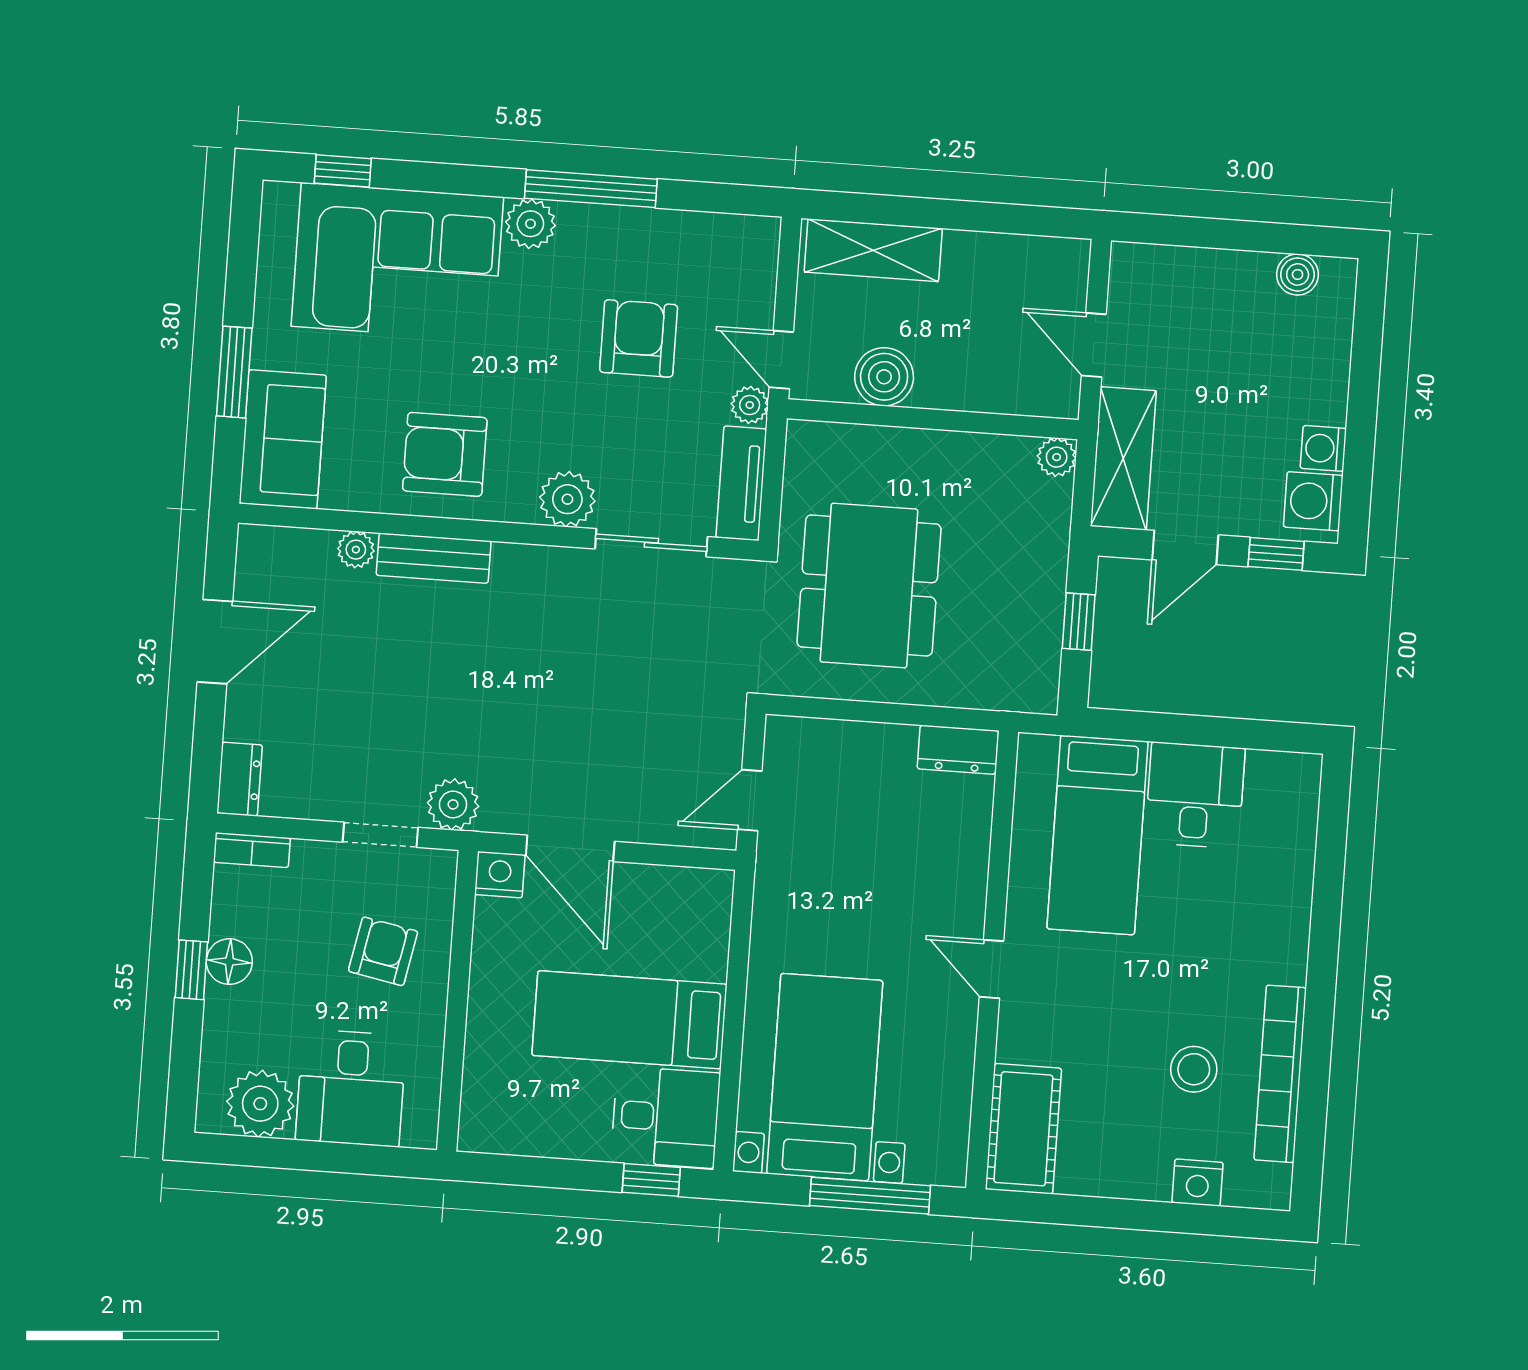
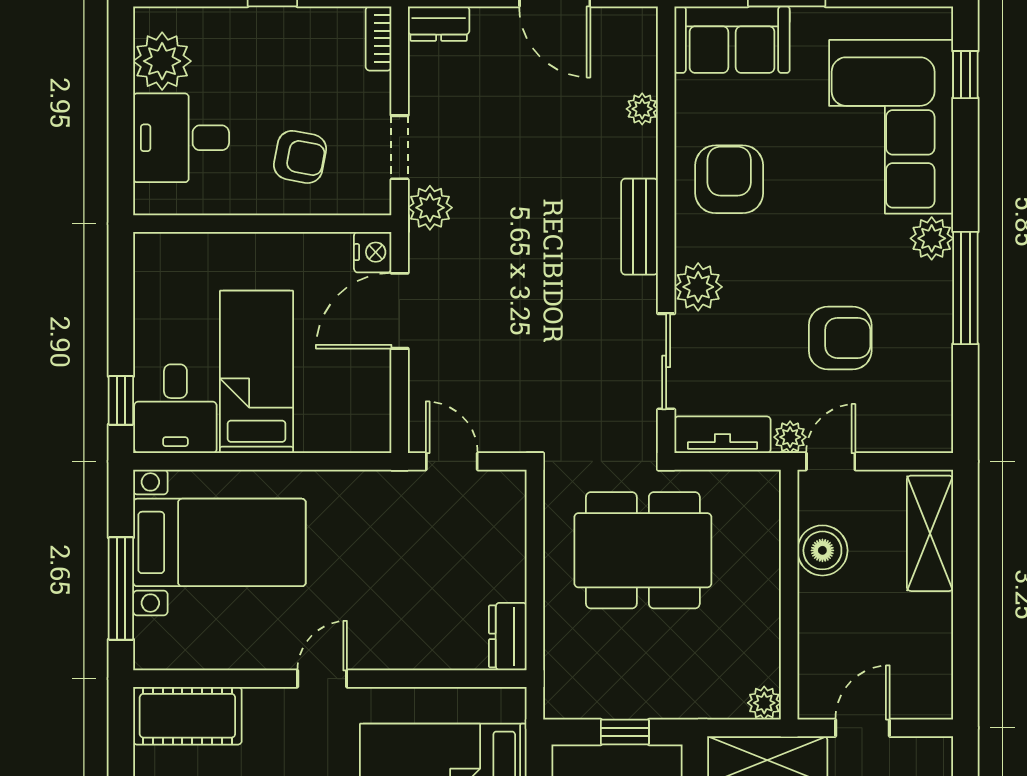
bench: (434, 558) -> (640, 227), moved
floor lamp: (229, 962) -> (282, 26), removed

